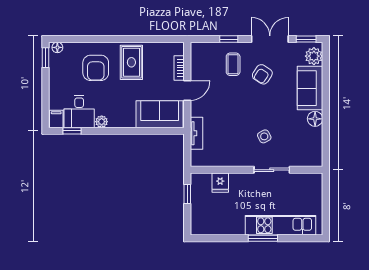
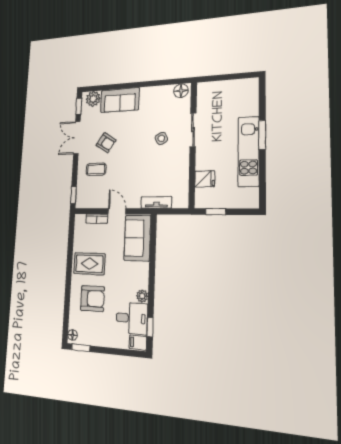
window: (229, 39) -> (73, 195), moved
floor lamp: (315, 119) -> (181, 91), moved
kitchen unit: (281, 225) -> (249, 151), moved

